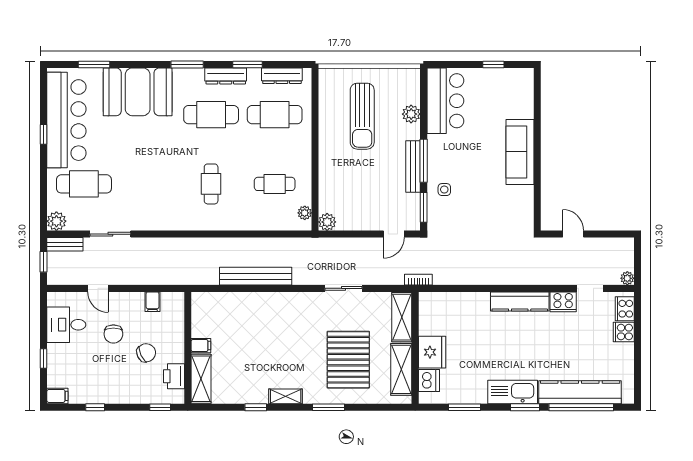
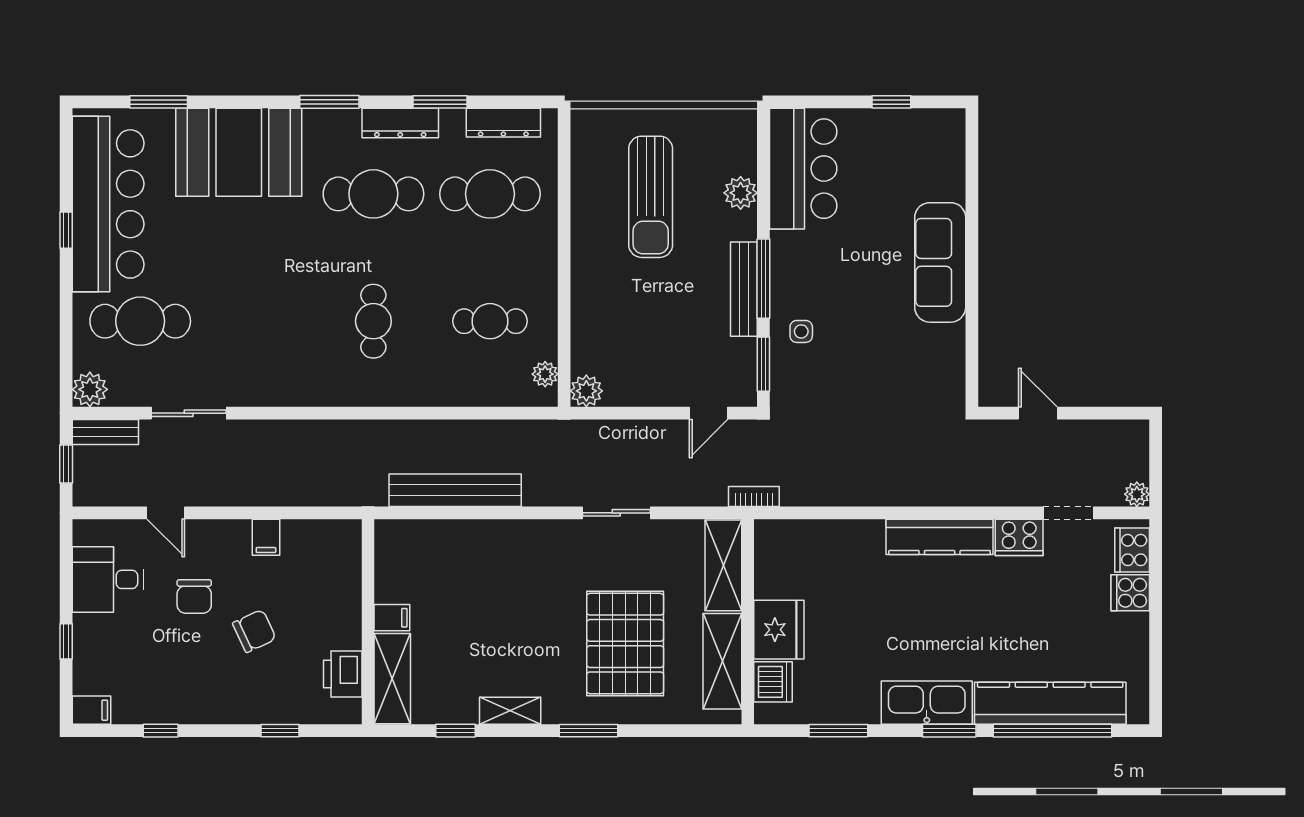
filing cabinet: (201, 346) -> (392, 618), moved
wall: (188, 348) -> (368, 622), moved
printer: (174, 376) -> (343, 674), moved
shelving: (201, 379) -> (392, 679), moved

